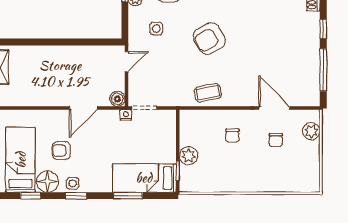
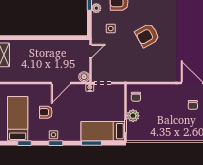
coffee table: (208, 93) -> (146, 73), removed
chair: (232, 136) -> (136, 97), moved
floor lamp: (47, 181) -> (36, 133), removed

